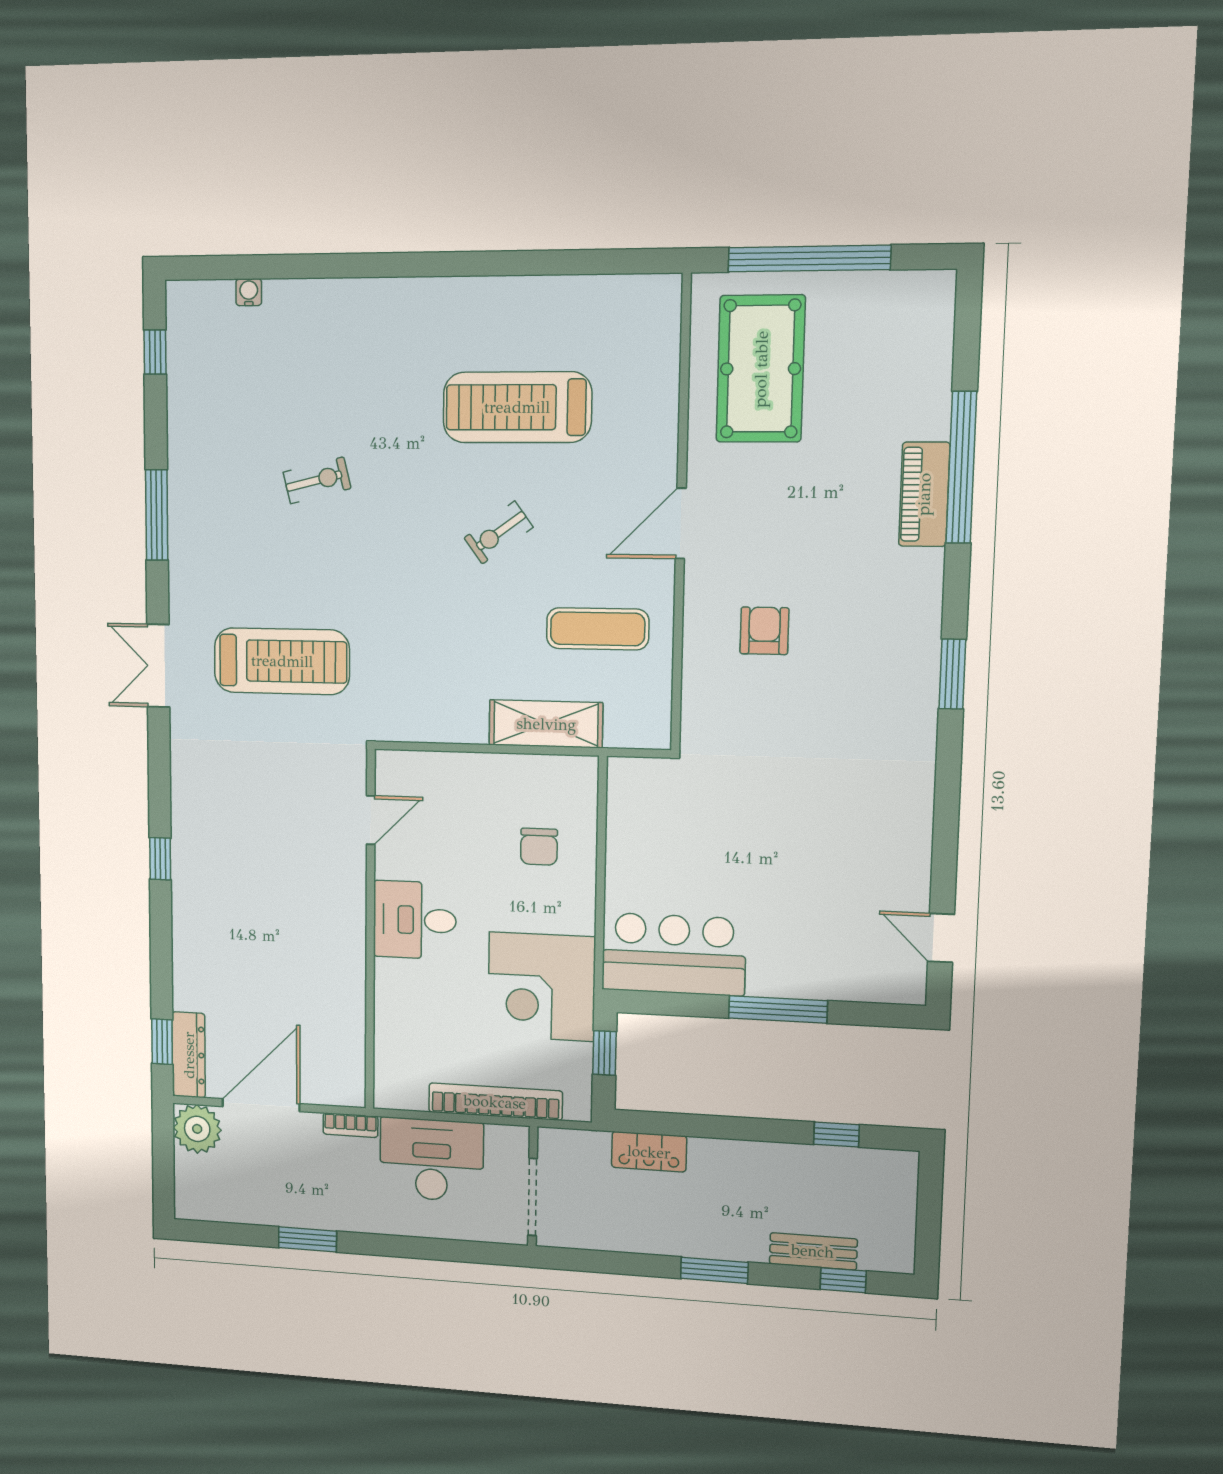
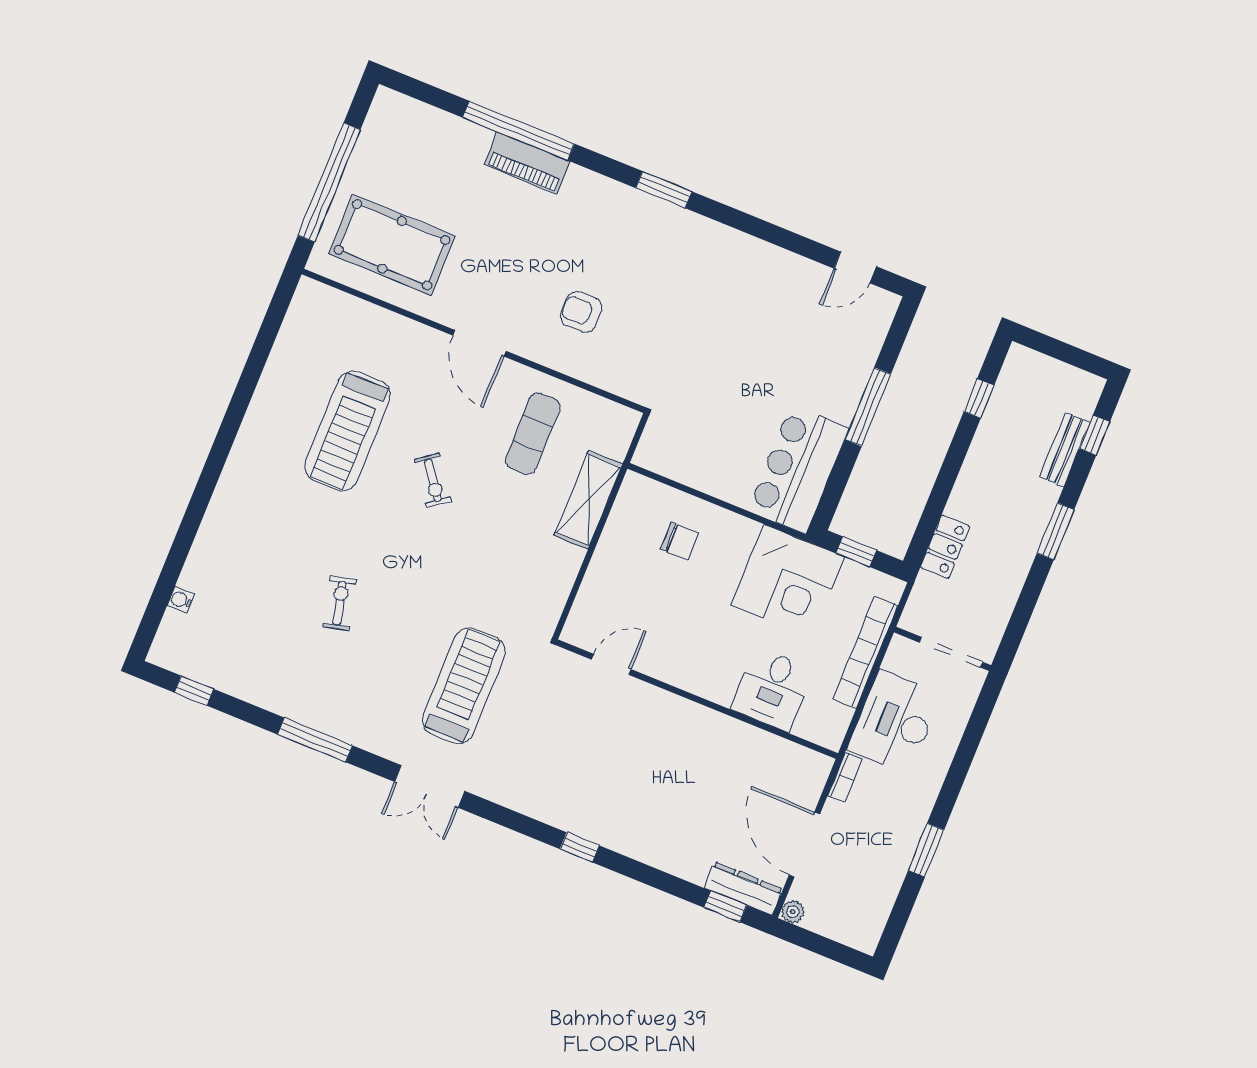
door: (371, 820) -> (611, 664), hinge flipped
desk: (415, 920) -> (772, 689), moved
plant: (197, 1129) -> (793, 912), width x0.53, depth x0.53

